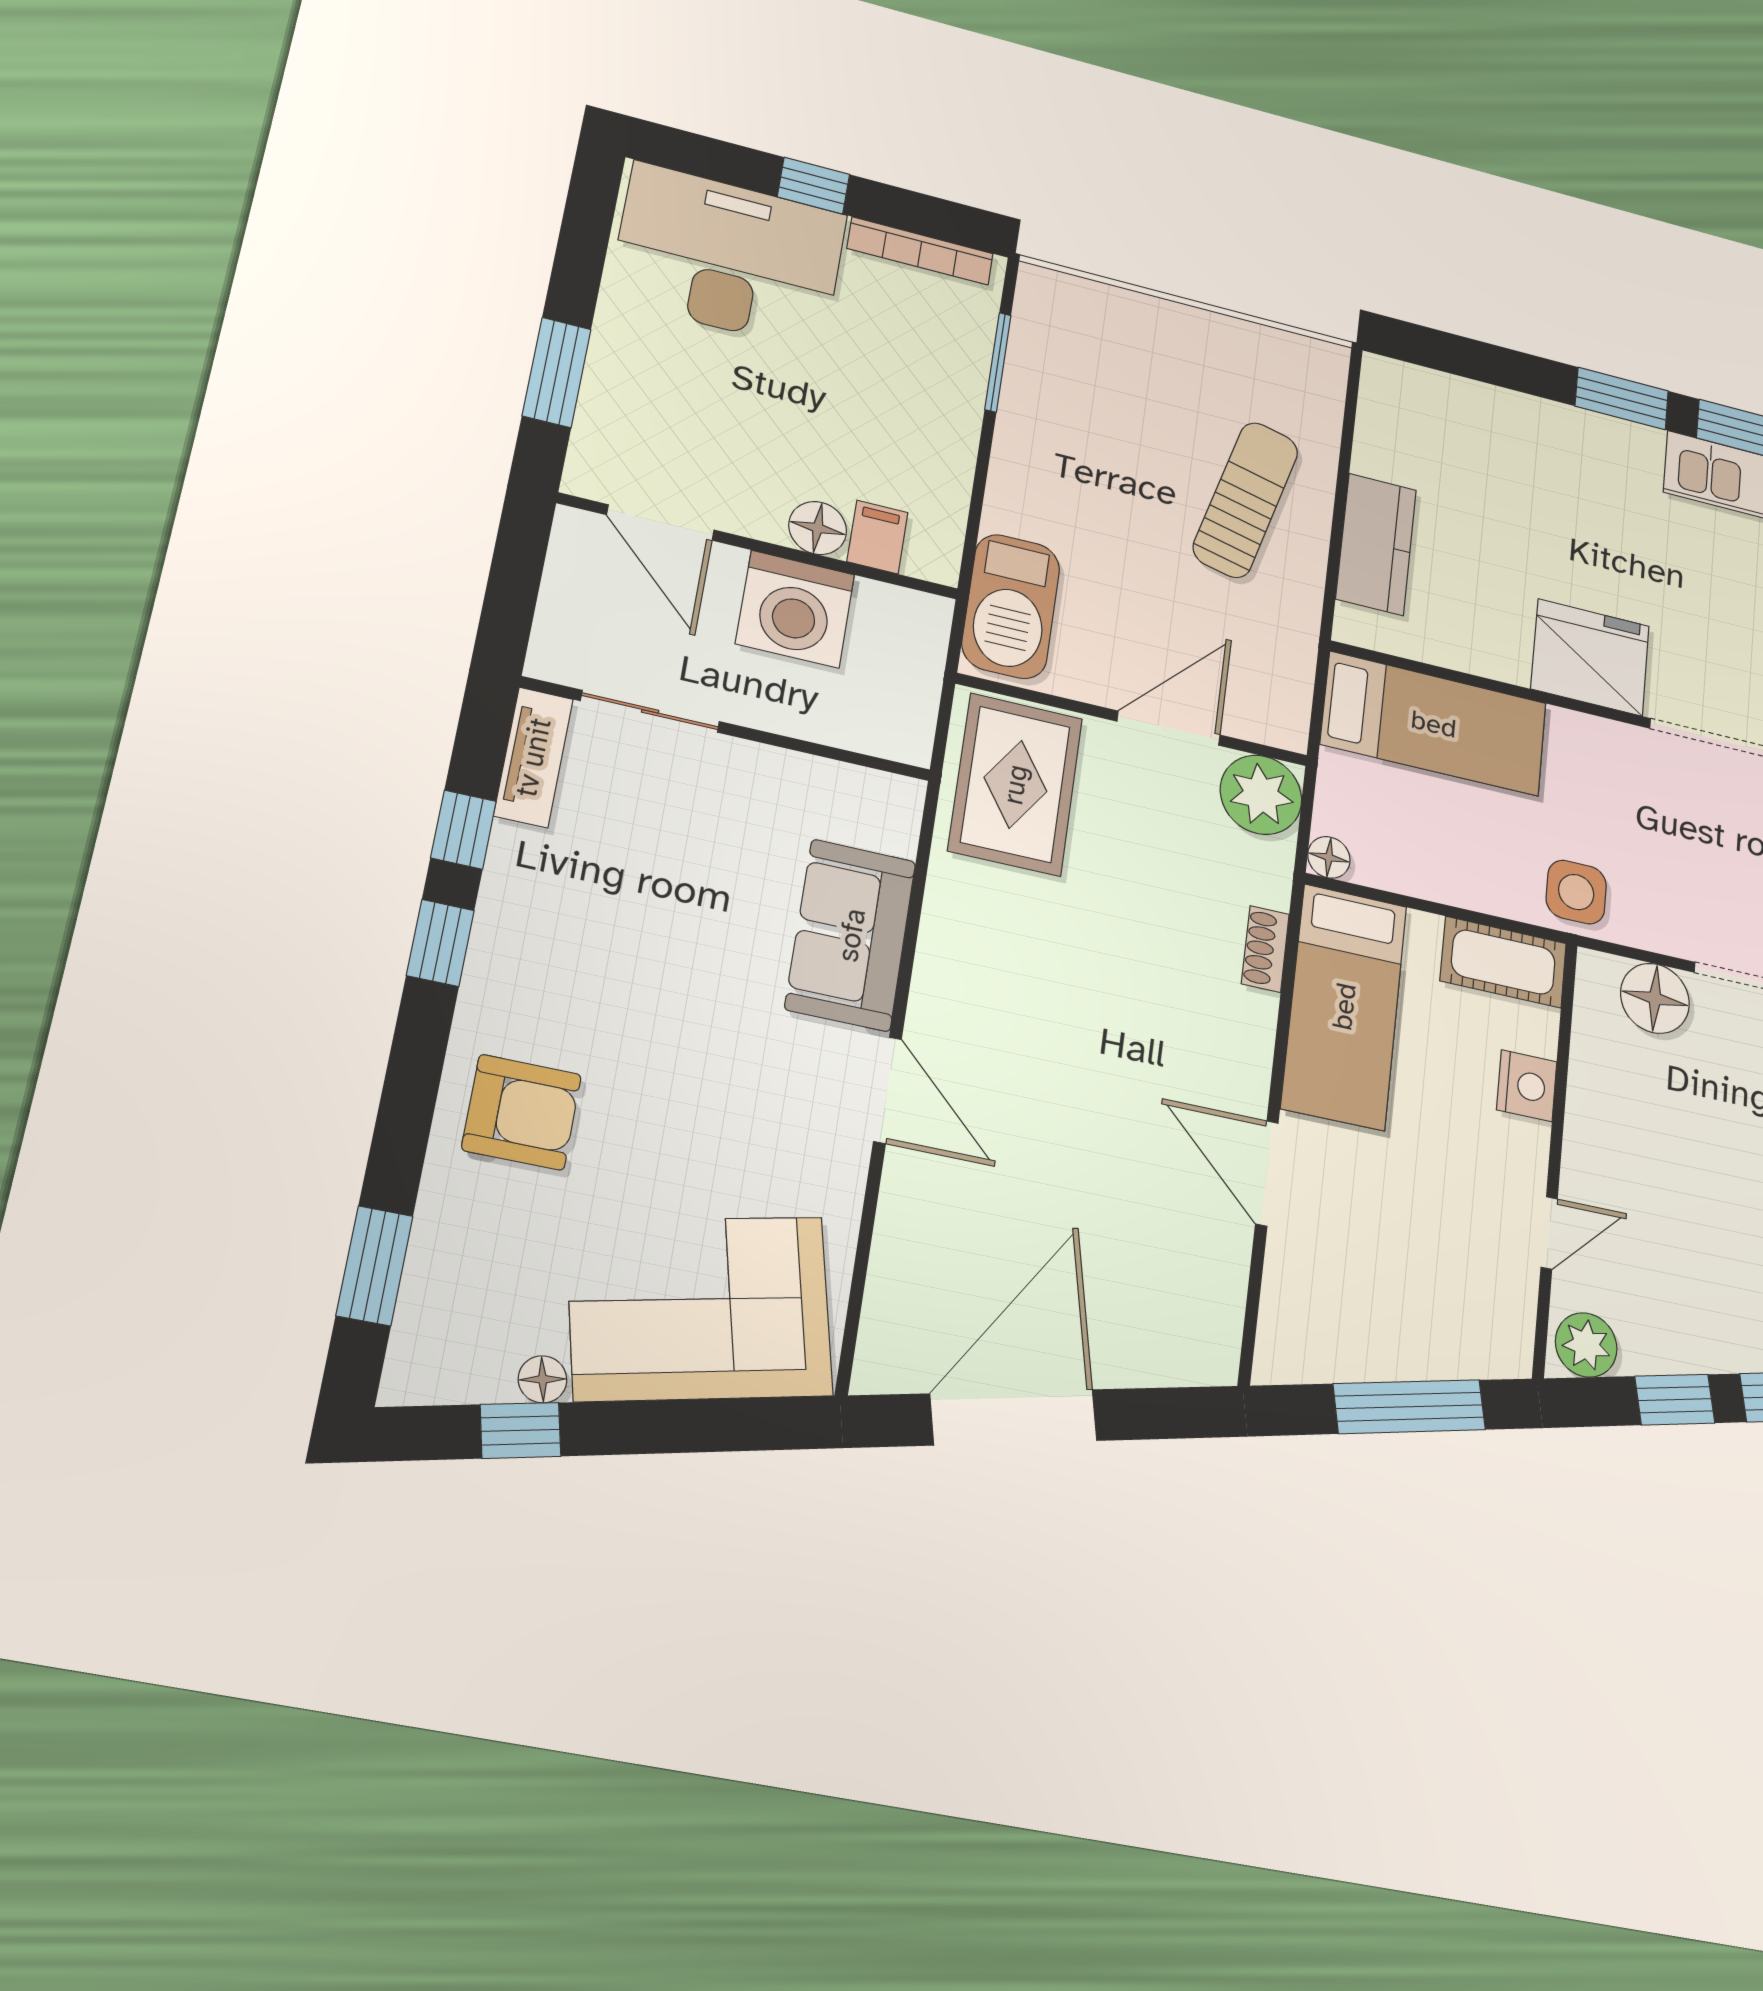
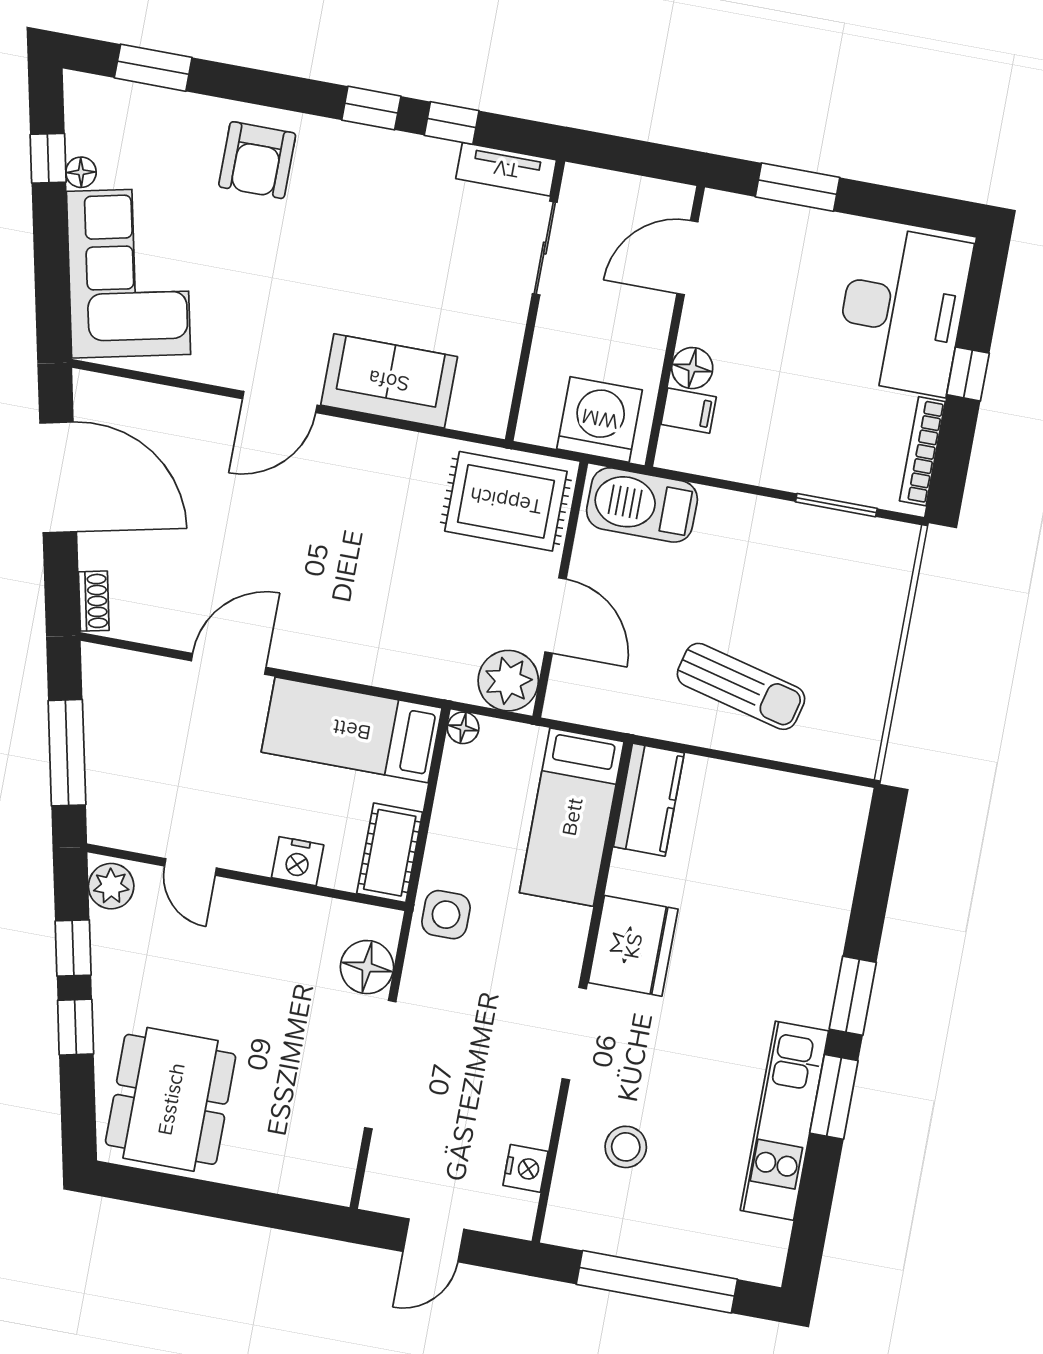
kitchen counter: (1376, 544) -> (649, 800), moved, turned -90
washing machine: (795, 609) -> (600, 419), moved, turned 90
shoe rack: (1265, 949) -> (94, 601), moved, turned 78

